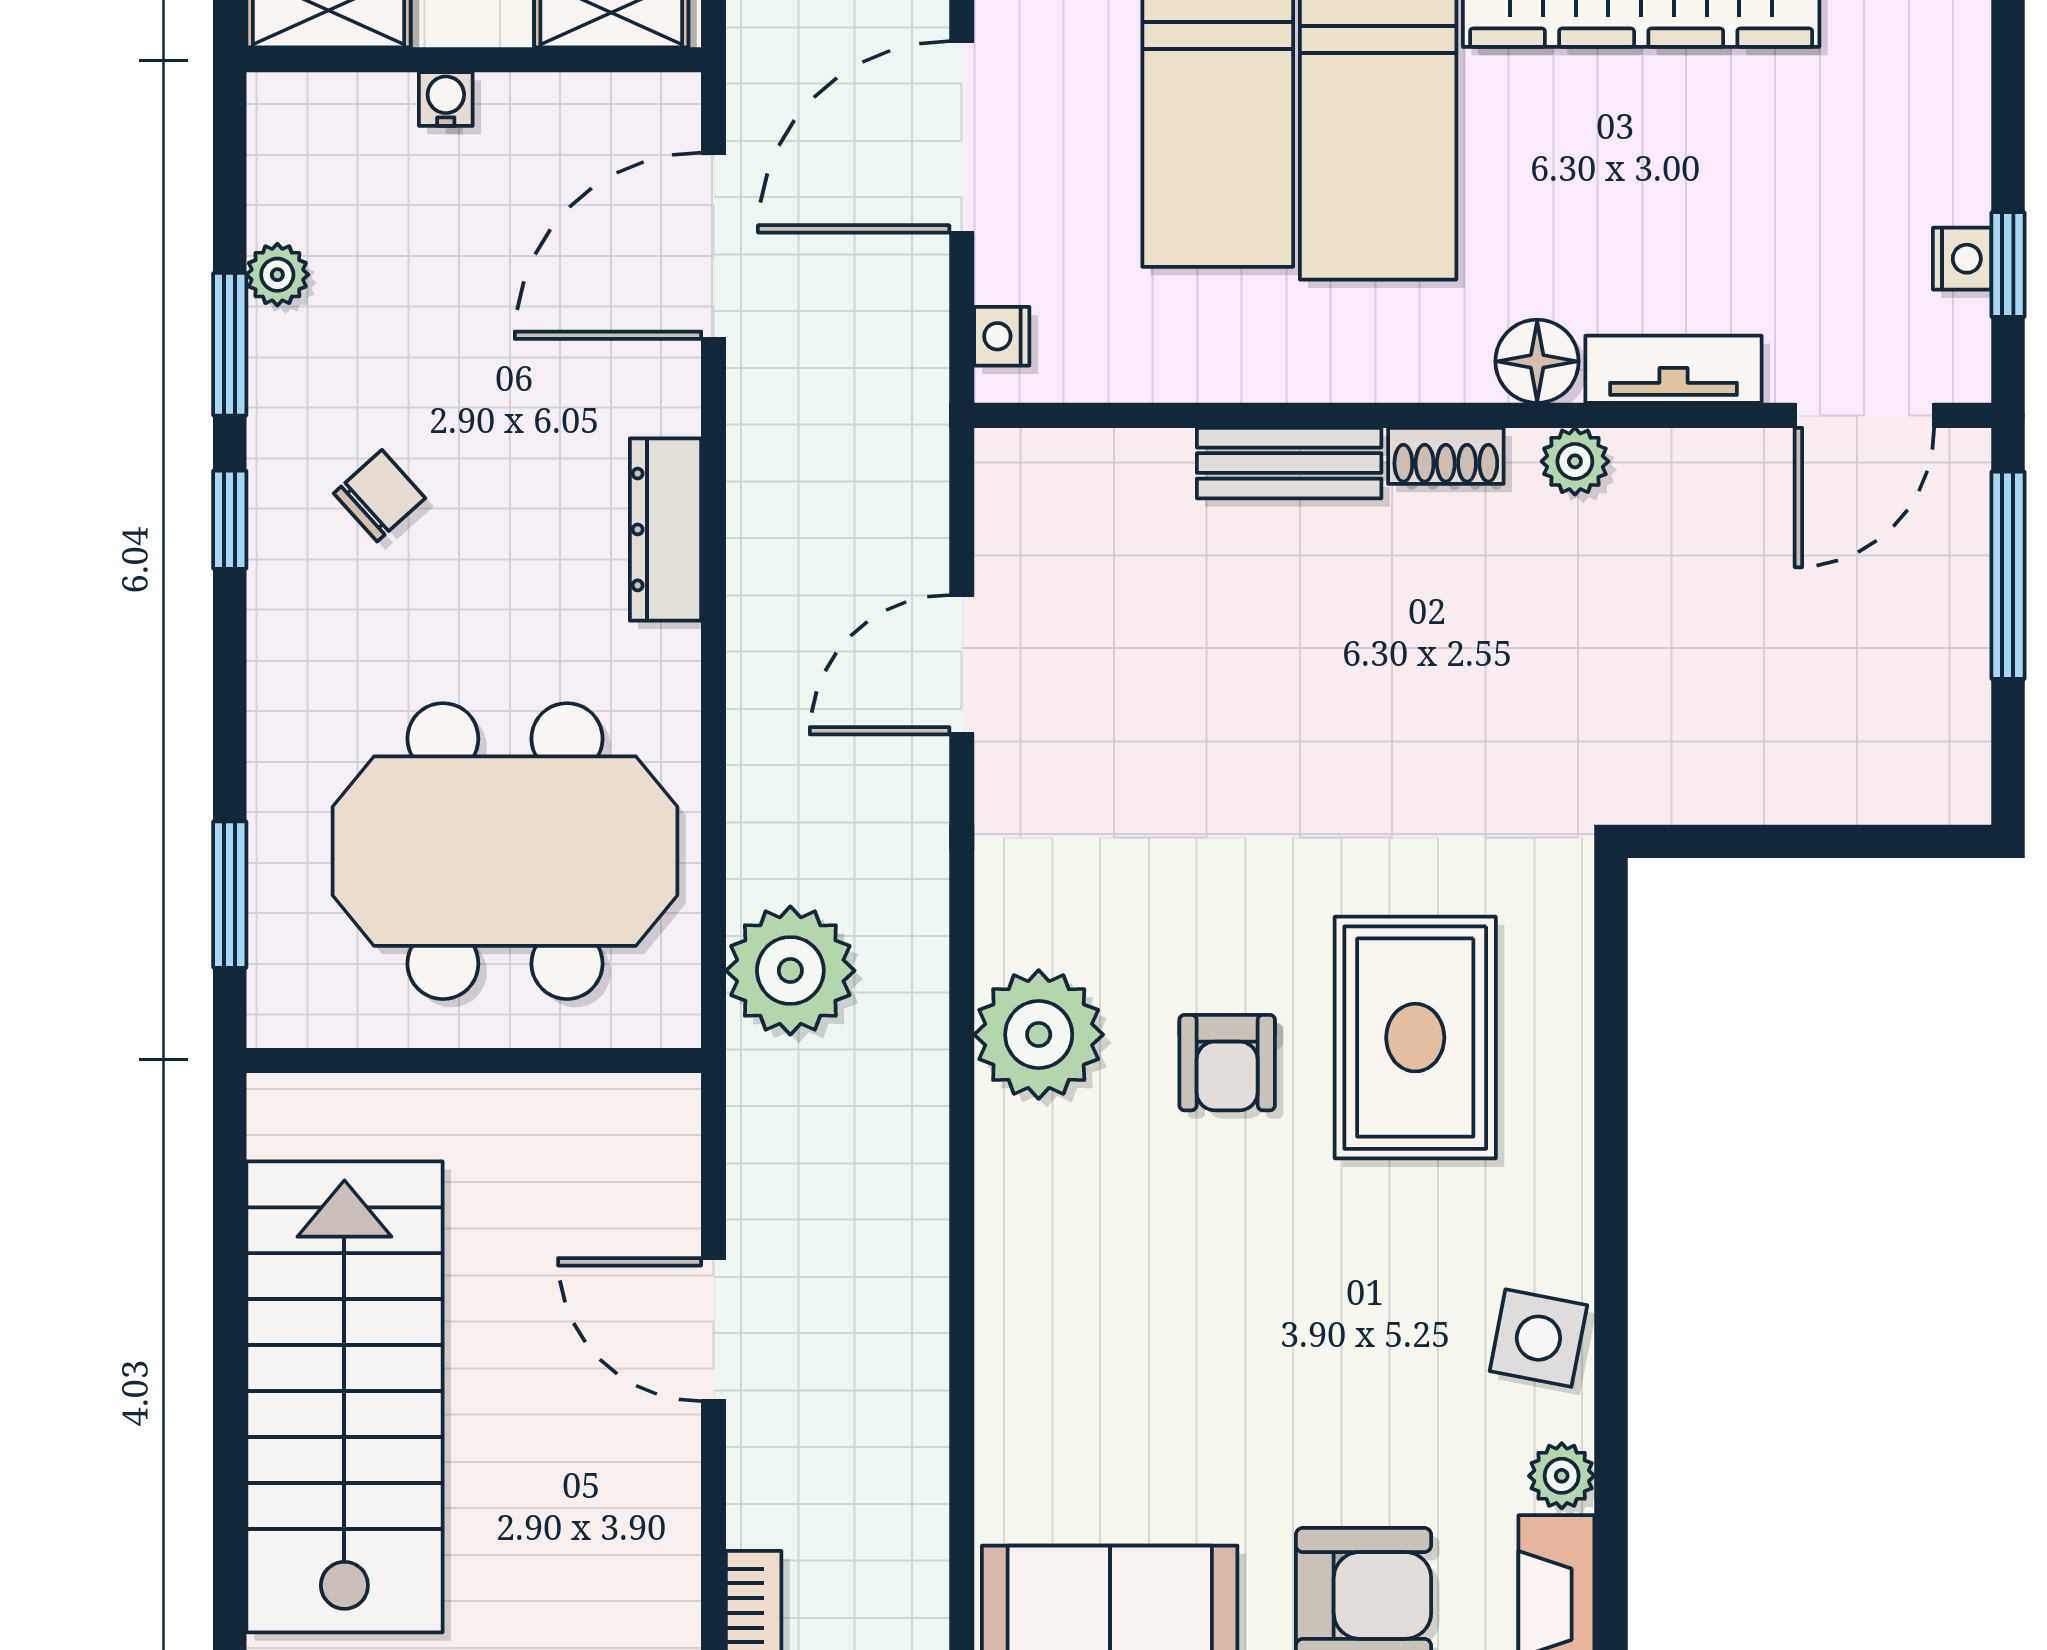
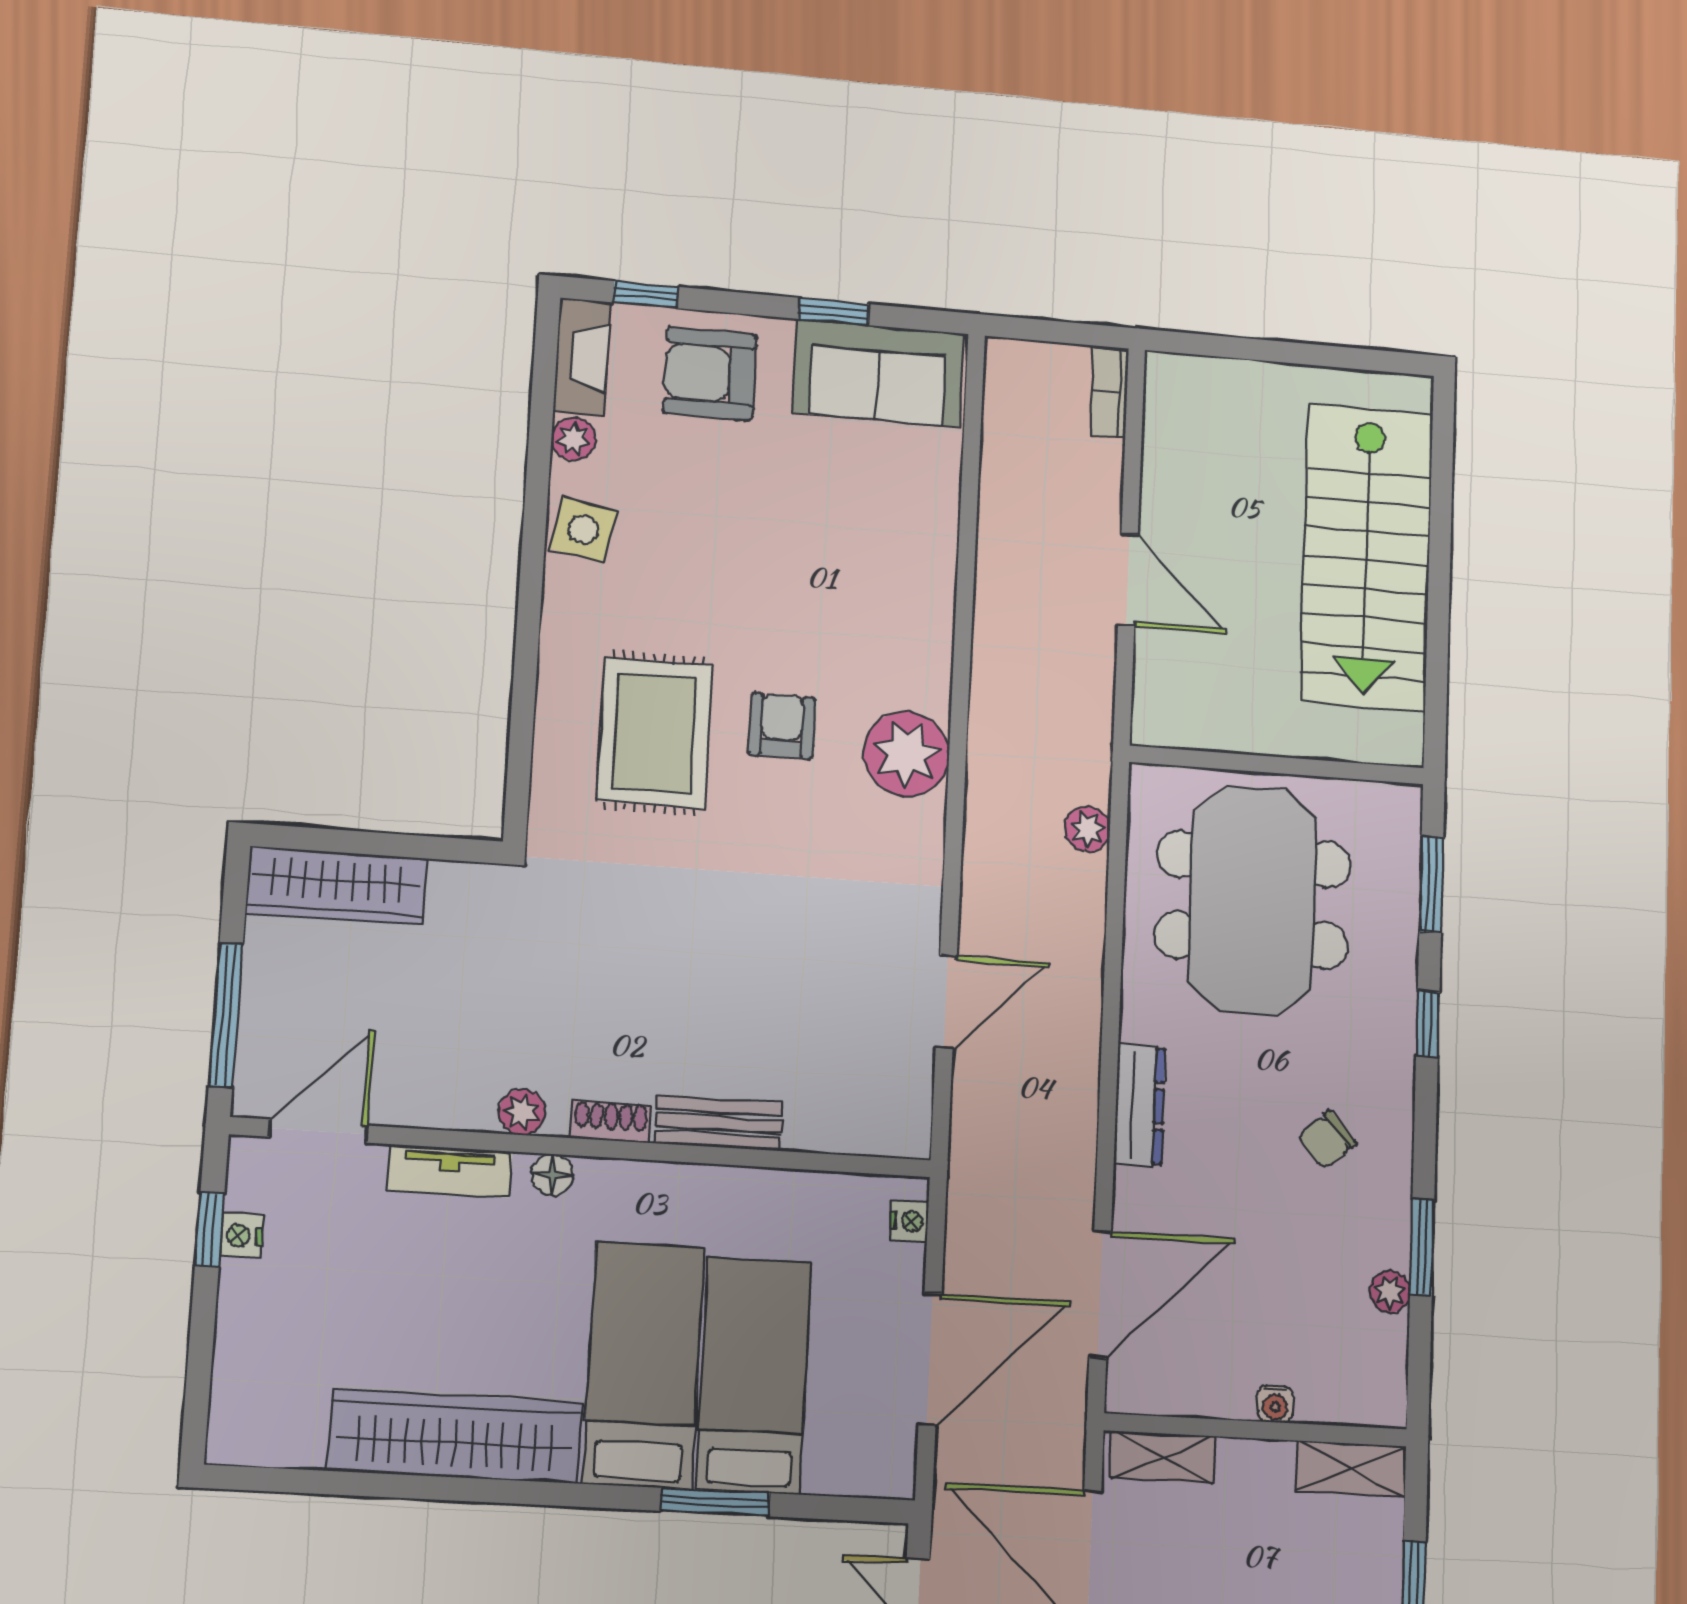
floor lamp: (1537, 361) -> (552, 1175), width x0.73, depth x0.73
window: (230, 520) -> (1428, 1024), moved
wardrobe: (1863, 775) -> (337, 886), added
meeting table: (505, 851) -> (1252, 900), turned 90
plant: (790, 971) -> (1087, 829), width x0.53, depth x0.53

